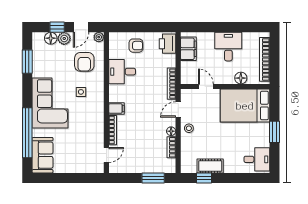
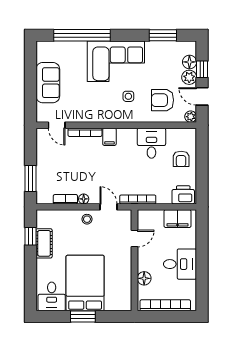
bed: (245, 106) -> (85, 283), moved
sofa: (42, 155) -> (48, 83), moved, turned -90

